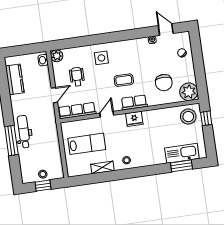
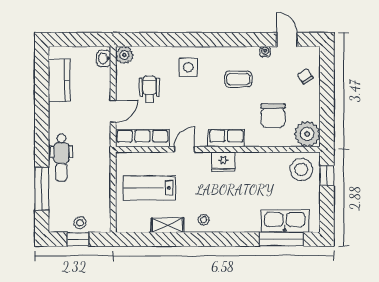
coffee table: (124, 80) -> (238, 79), moved
dental chair: (24, 132) -> (61, 158), turned 180
window: (11, 141) -> (42, 189), moved
lab bench: (87, 144) -> (150, 188), turned 180
window: (181, 166) -> (282, 239), width x1.44

